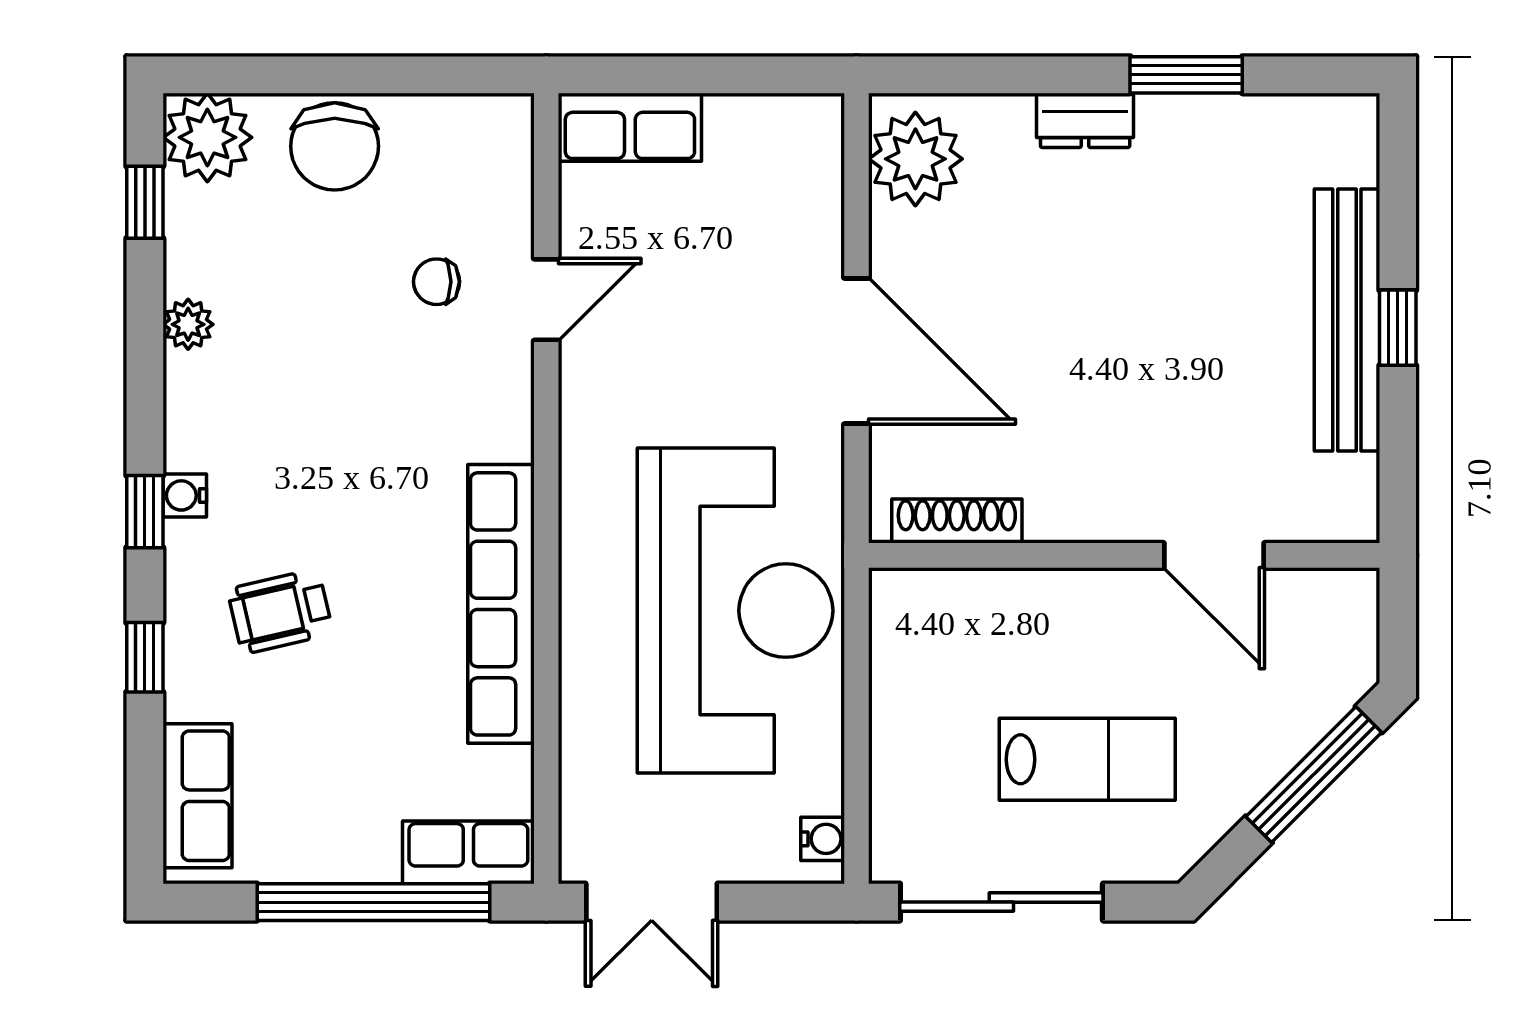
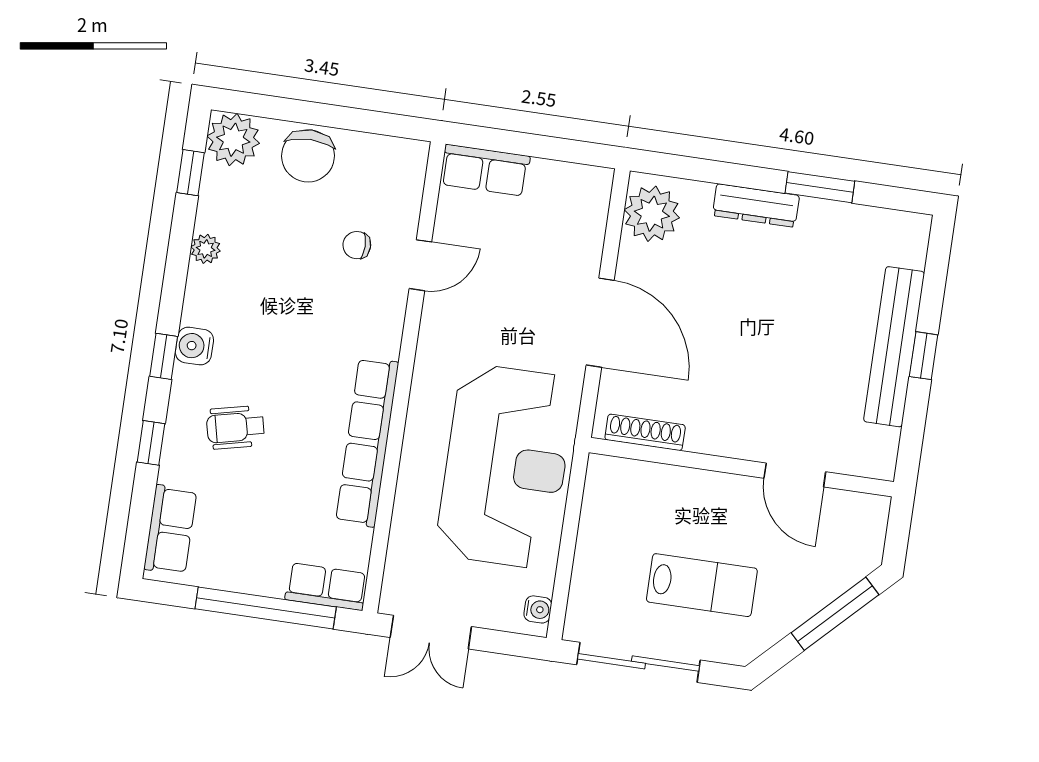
dresser: (1085, 120) -> (756, 205), width x1.44
water cooler: (185, 495) -> (194, 346), width x1.38, depth x1.38

